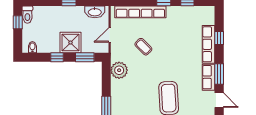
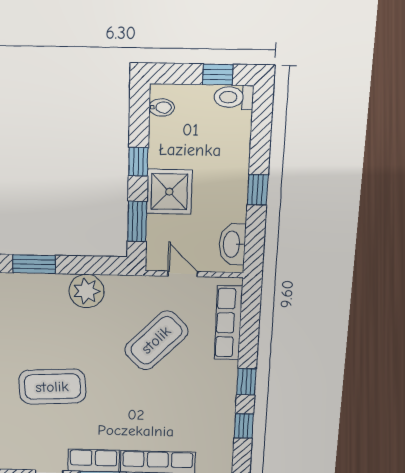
row of seats: (140, 12) -> (228, 323), width x0.73
coffee table: (143, 47) -> (156, 340), width x1.86, depth x1.72
plant: (119, 70) -> (86, 291), moved

